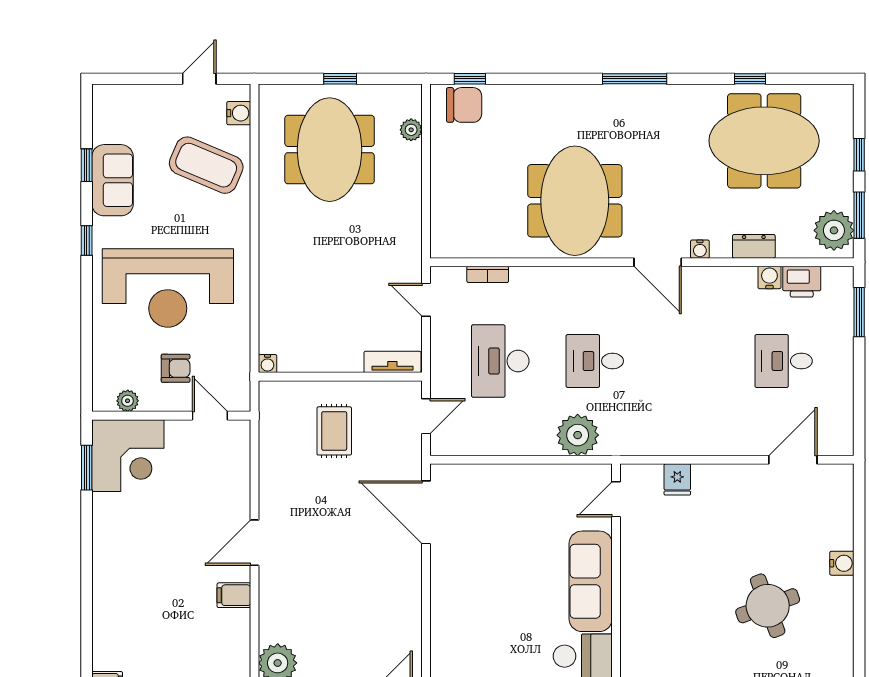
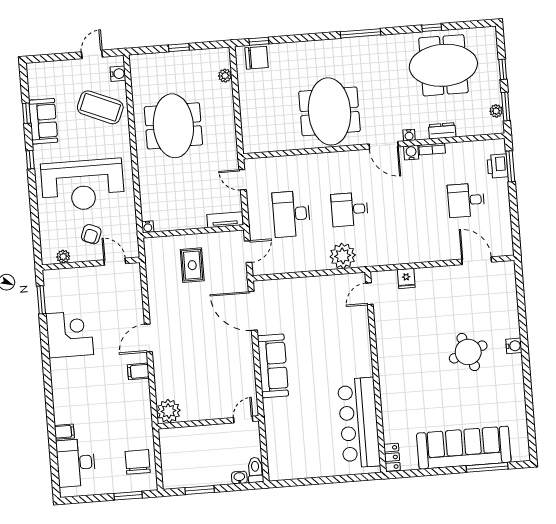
meeting table: (330, 150) -> (173, 126), moved
plant: (834, 230) -> (496, 111), width x0.53, depth x0.53
bookcase: (488, 274) -> (432, 149), moved
water cooler: (769, 277) -> (411, 153), moved
printer: (802, 282) -> (497, 166), moved, turned 90
armchair: (176, 368) -> (91, 234), turned 112
corner desk: (128, 456) -> (70, 334), moved, turned -90
door: (793, 460) -> (477, 261), hinge flipped
water cooler: (842, 563) -> (514, 346), moved
sofa: (591, 581) -> (273, 366), moved, turned 180

